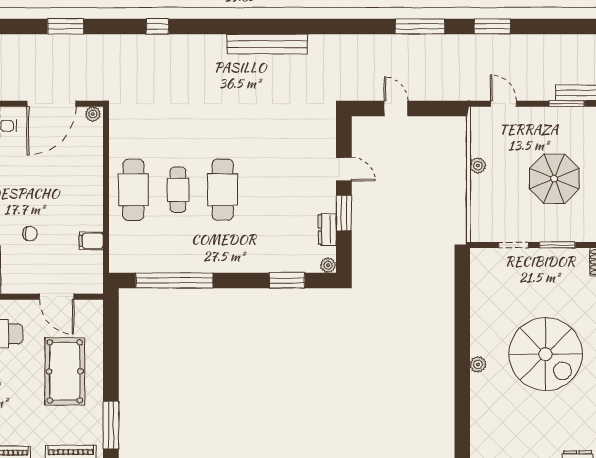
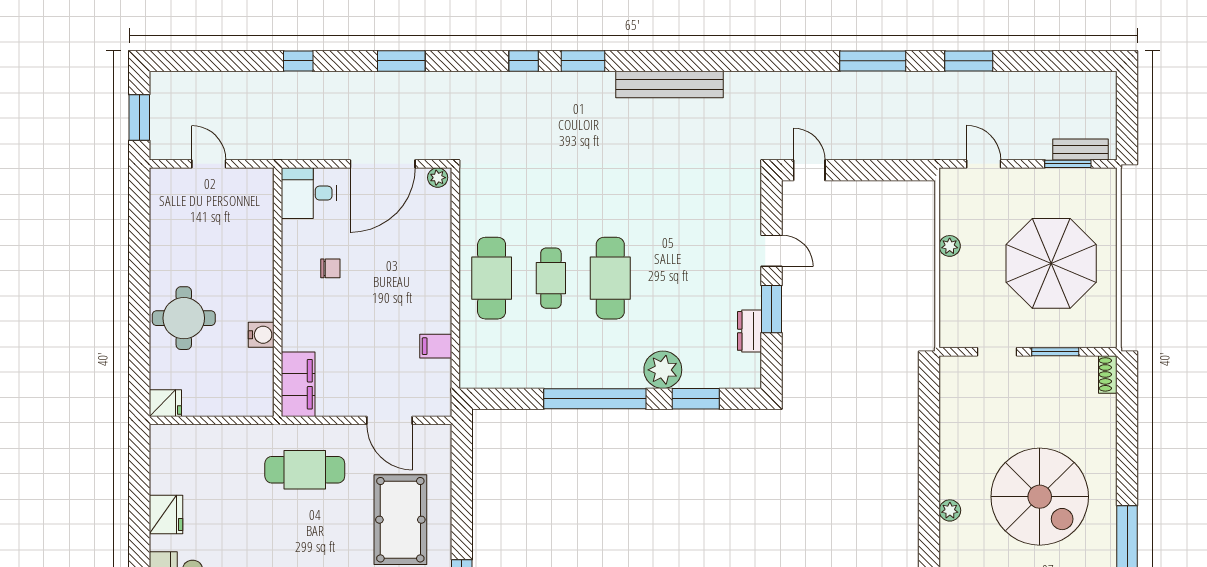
window: (202, 26) -> (583, 61), added
door: (396, 109) -> (809, 170), moved
parasol: (554, 179) -> (1051, 263), width x1.36, depth x1.36
chair: (30, 234) -> (330, 268), moved
plant: (328, 265) -> (663, 370), moved, width x1.88, depth x1.88
window: (174, 280) -> (595, 399), moved

